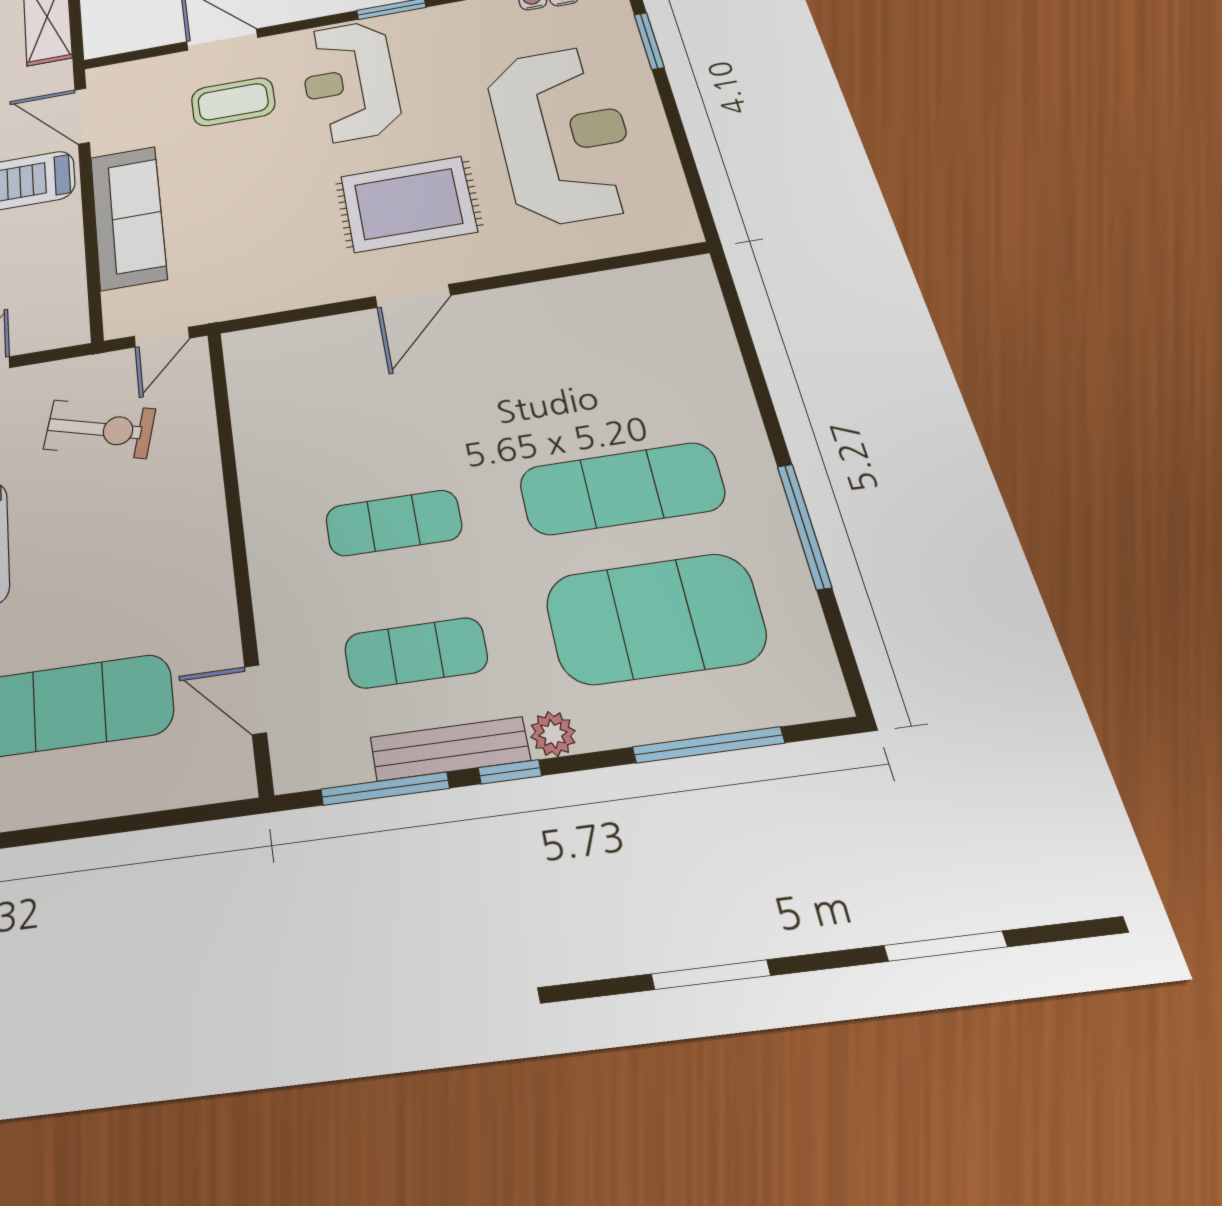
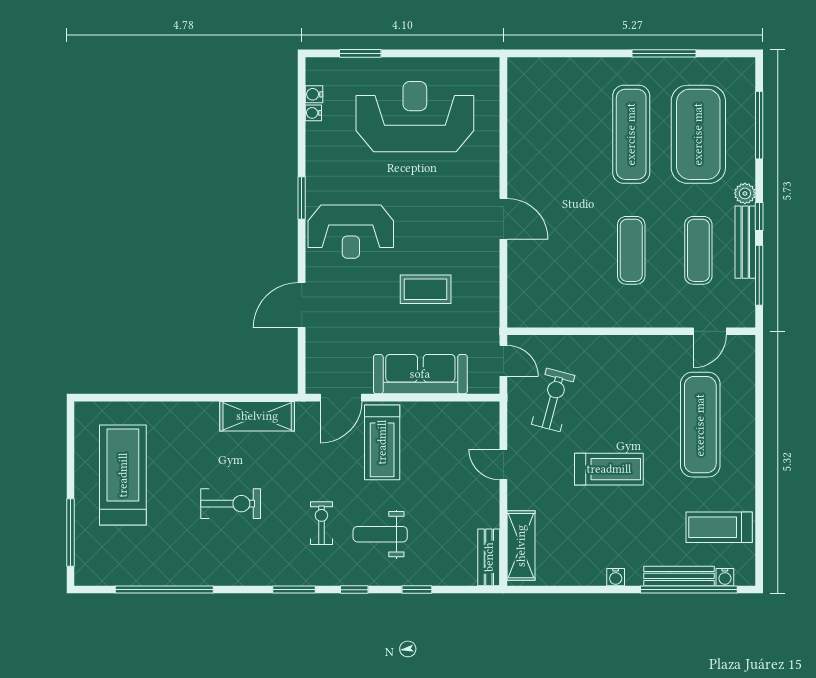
coffee table: (233, 102) -> (426, 289), moved, turned 90
rug: (408, 204) -> (444, 211), removed

